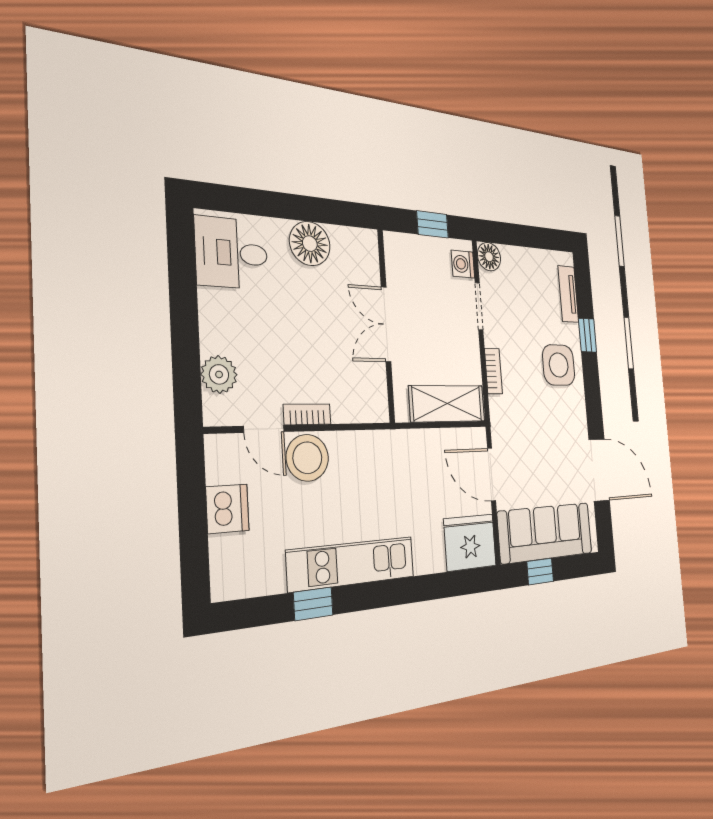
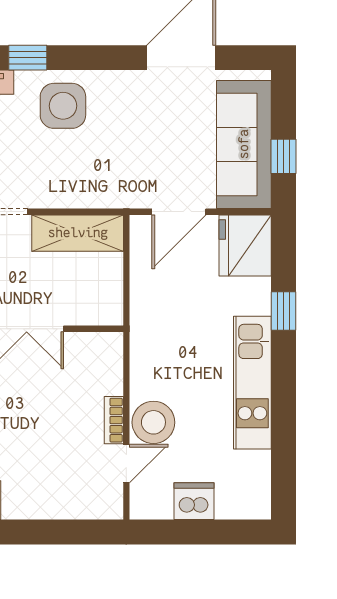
bookcase: (493, 371) -> (71, 199), removed
plant: (219, 374) -> (78, 503), removed
shelving: (447, 404) -> (78, 233), moved, turned 90
window: (313, 604) -> (283, 311), moved

